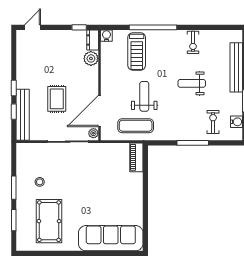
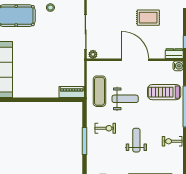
plant: (91, 58) -> (158, 52), removed
rug: (57, 99) -> (148, 18), moved
door: (99, 111) -> (135, 60), moved
exercise bike: (213, 122) -> (105, 128), moved

